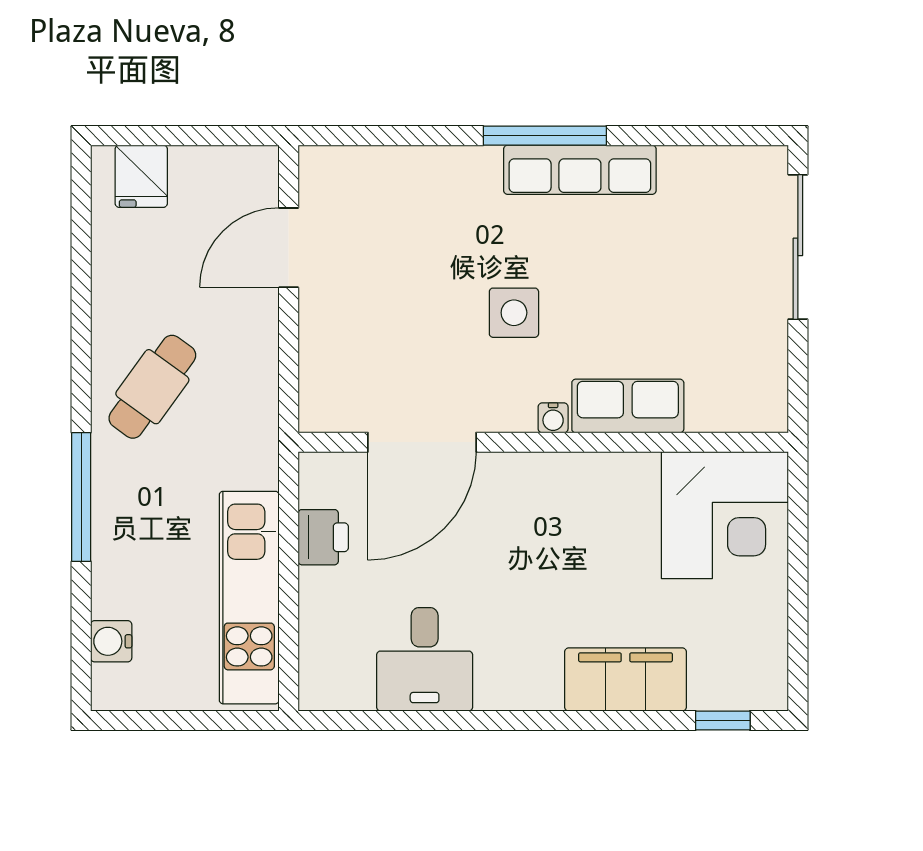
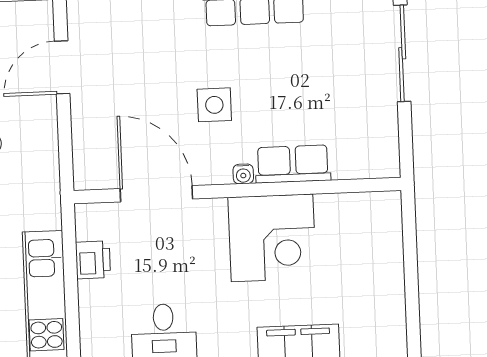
door: (422, 442) -> (156, 194), swing flipped
corner desk: (725, 515) -> (272, 238), moved

